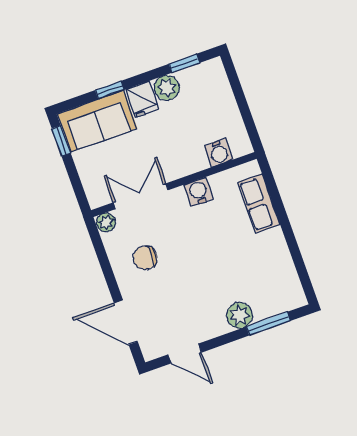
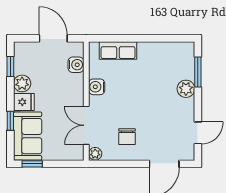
door: (244, 108) -> (53, 38), added

